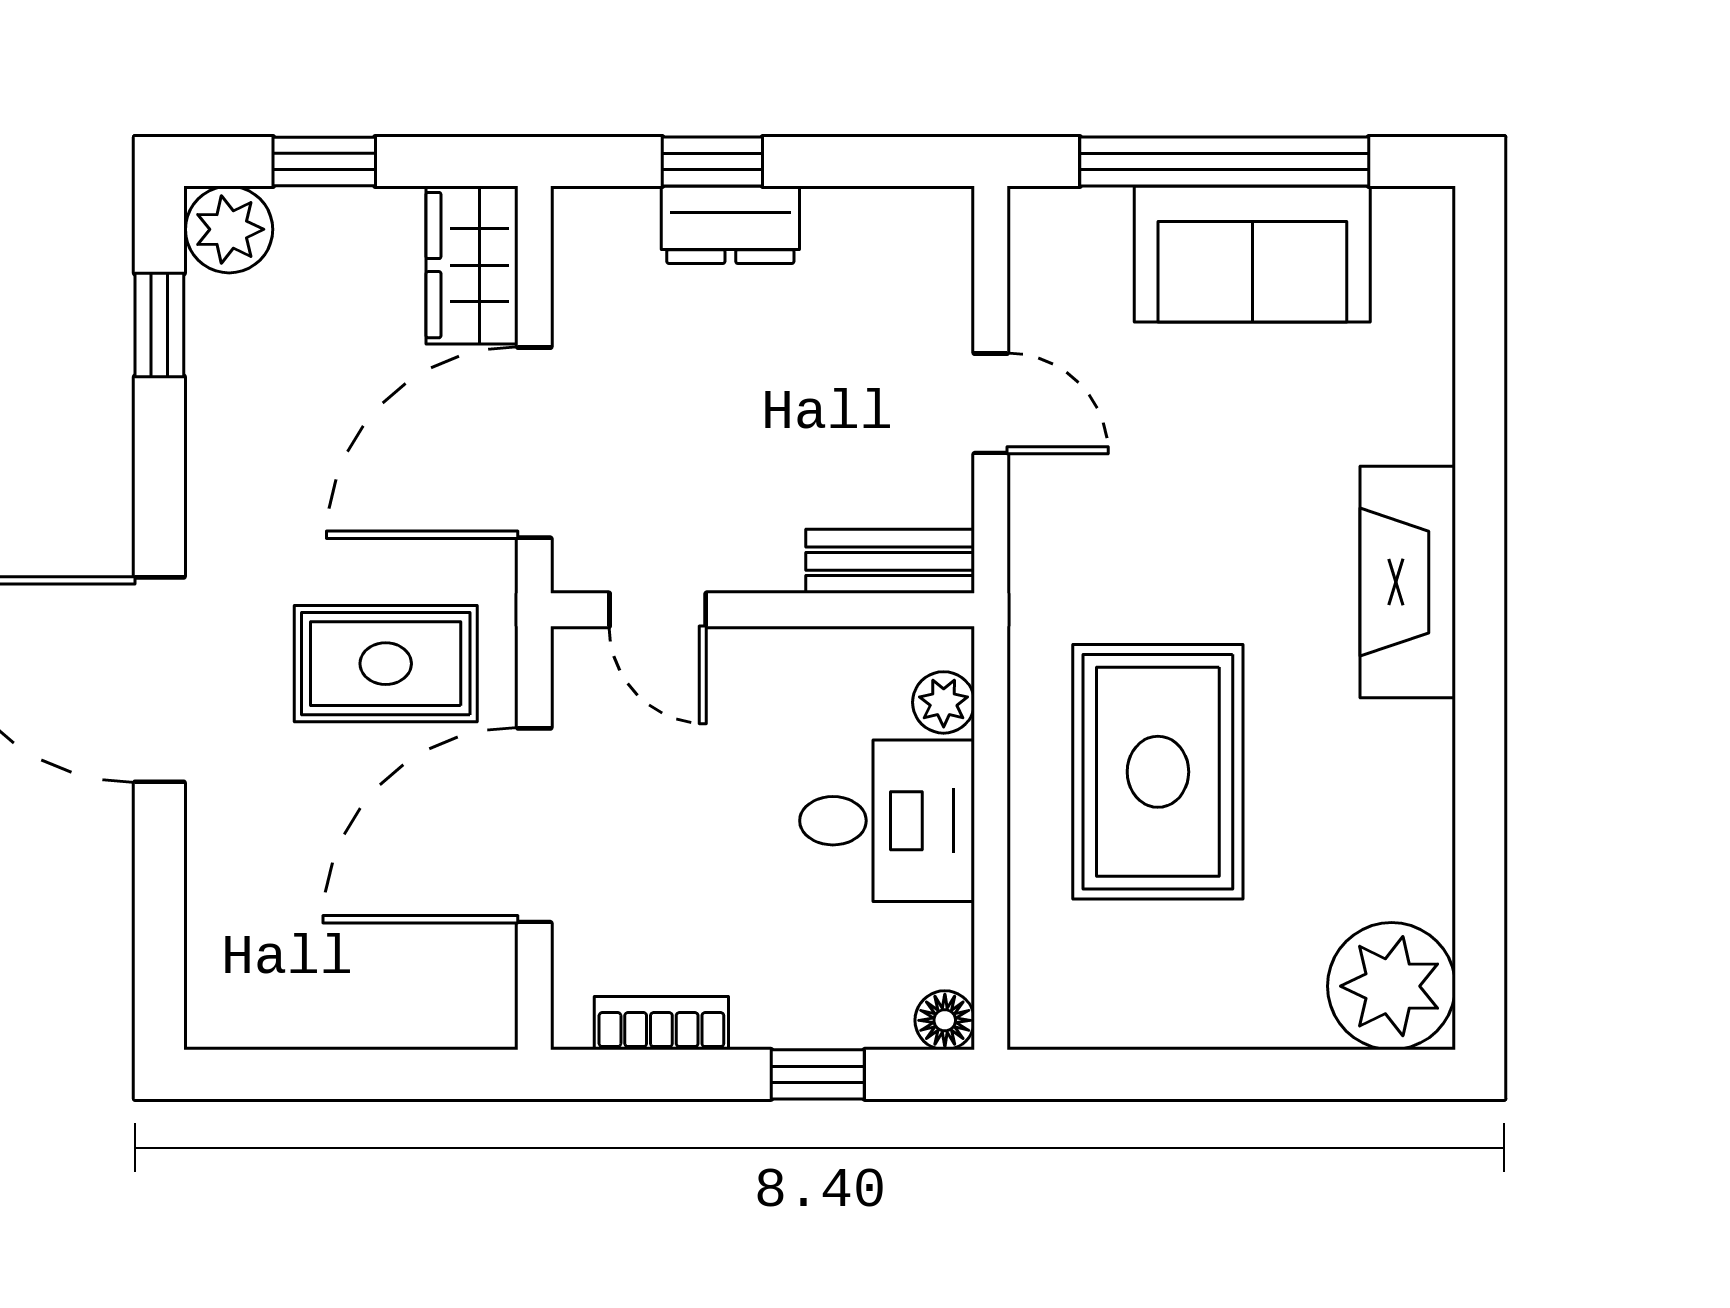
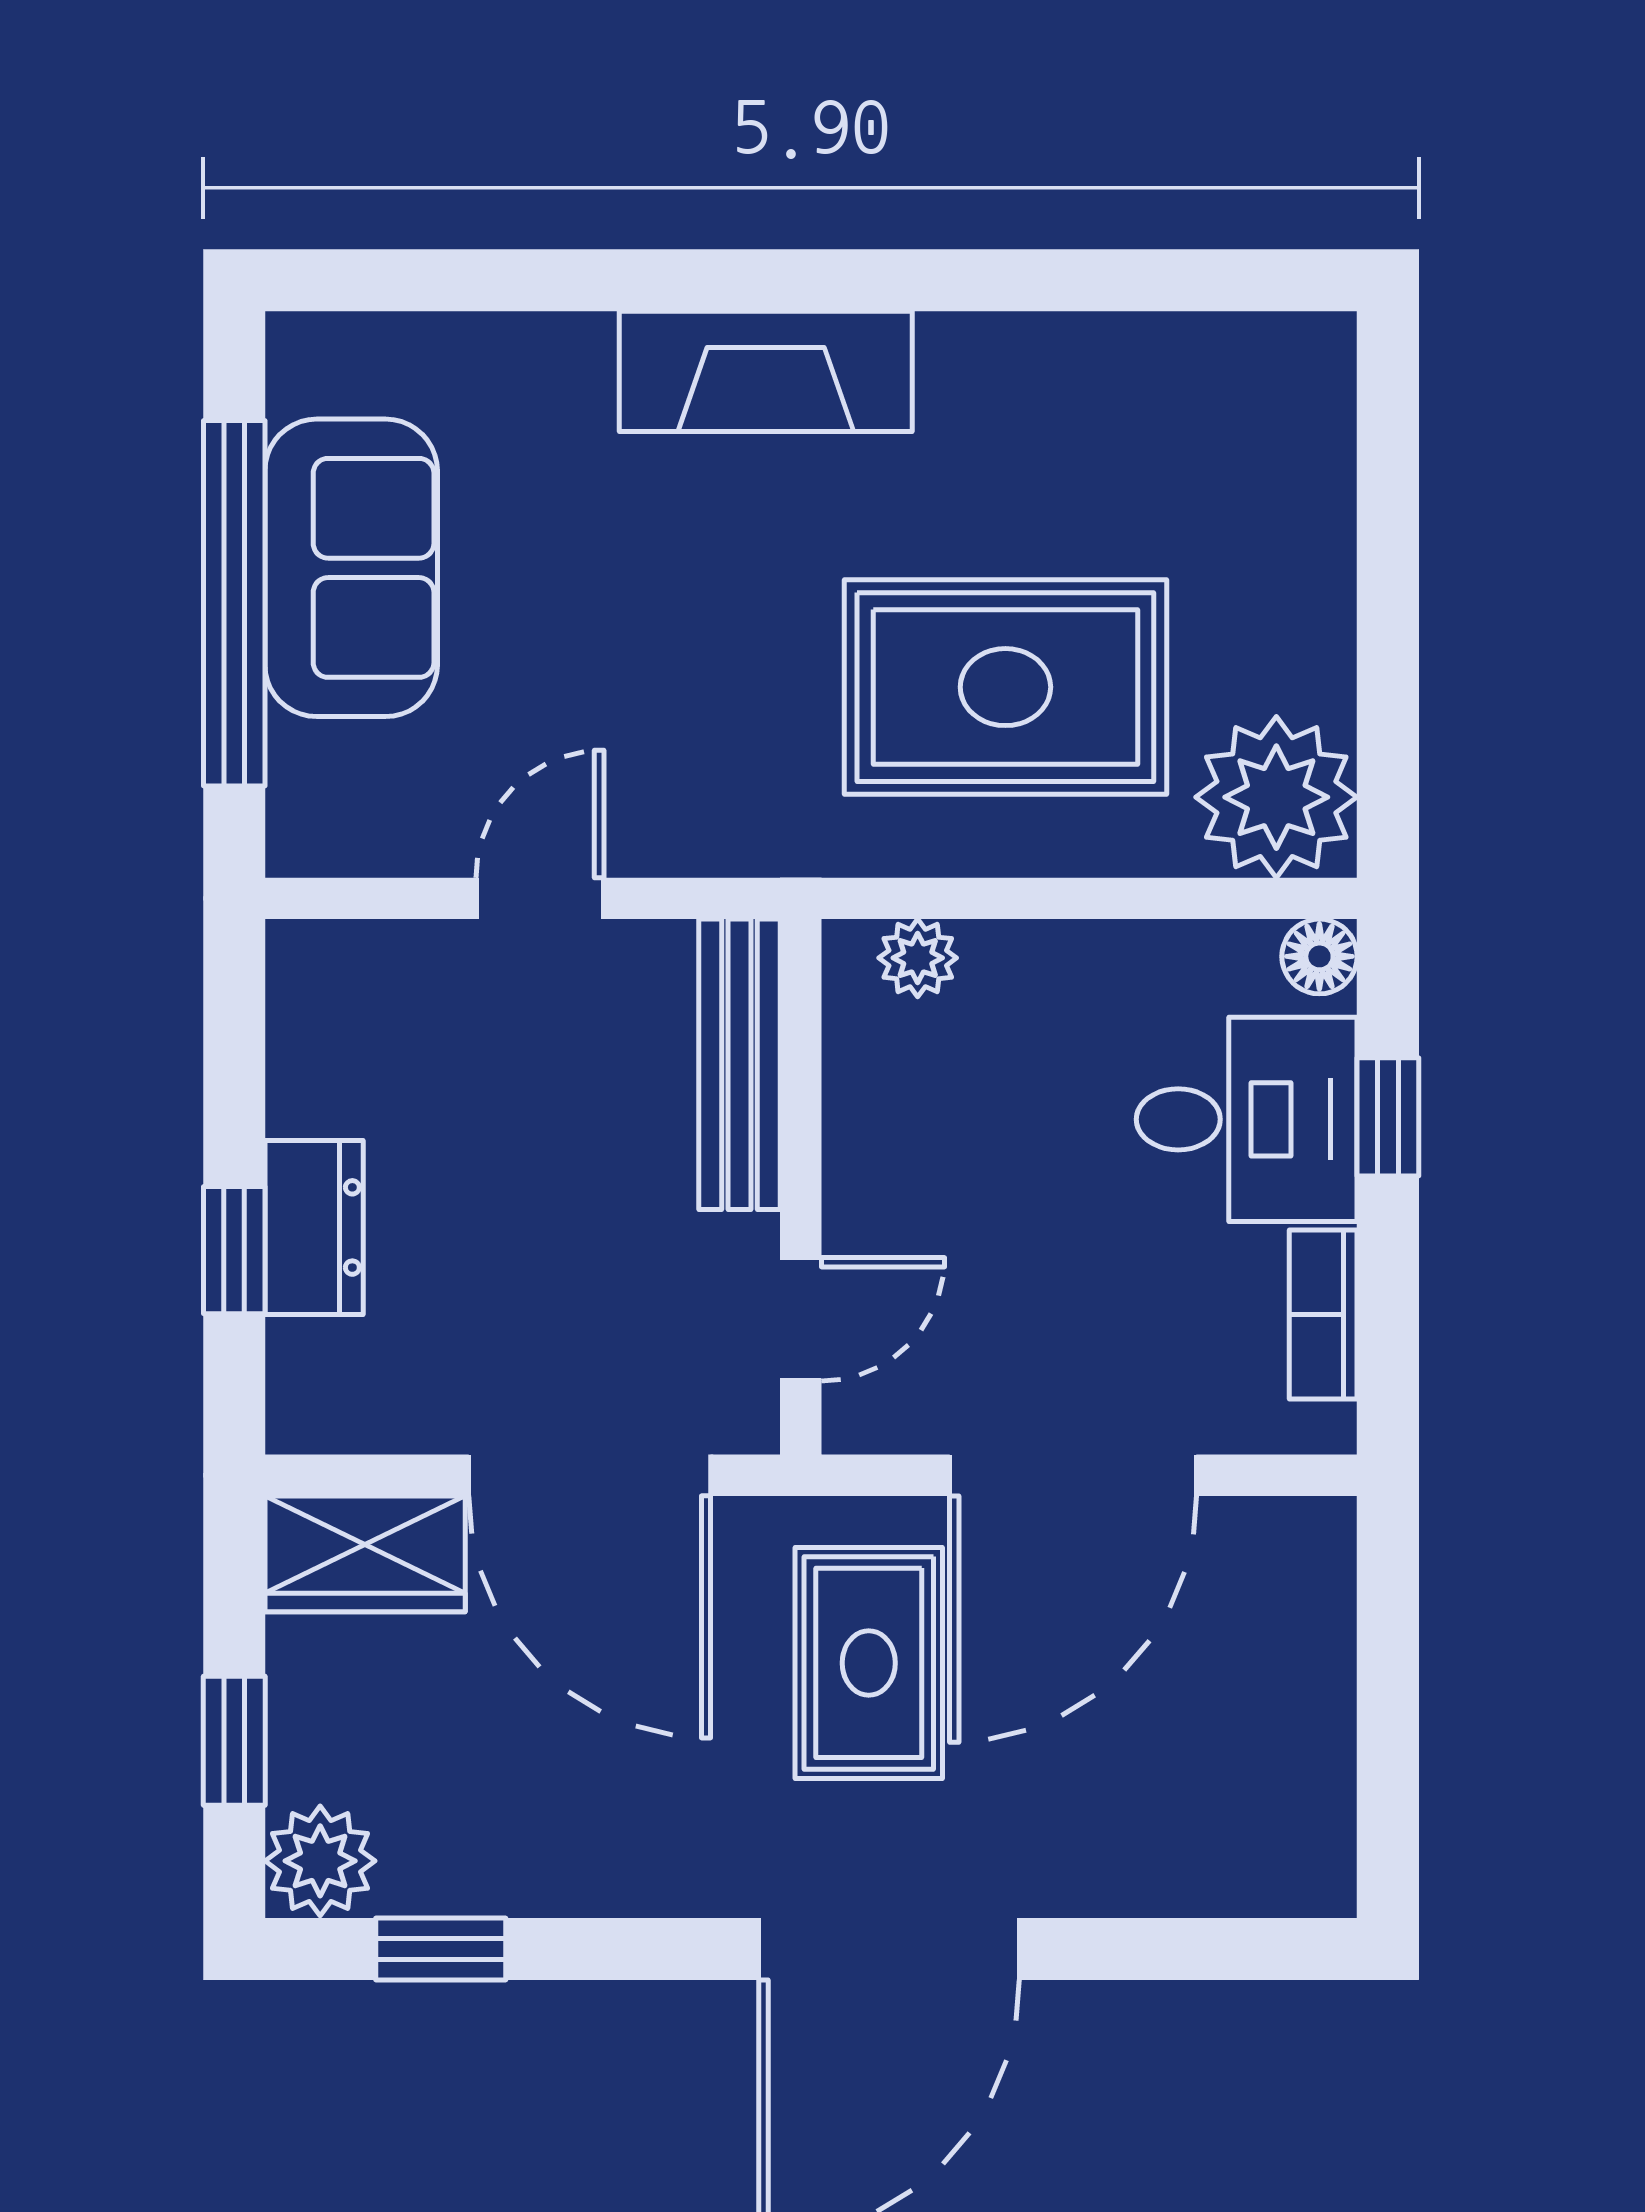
bench: (890, 561) -> (739, 1064), width x1.36
desk: (887, 821) -> (1247, 1119), moved, turned 90
door: (534, 825) -> (1073, 1475), hinge flipped
plant: (1392, 986) -> (1276, 797), moved

